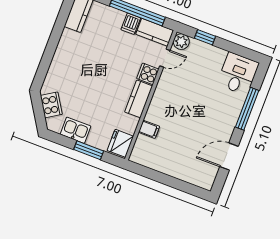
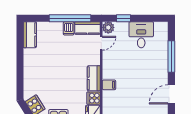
cooker: (148, 74) -> (94, 98), moved
desk: (238, 74) -> (141, 35), moved
filing cabinet: (149, 129) -> (109, 85), moved

